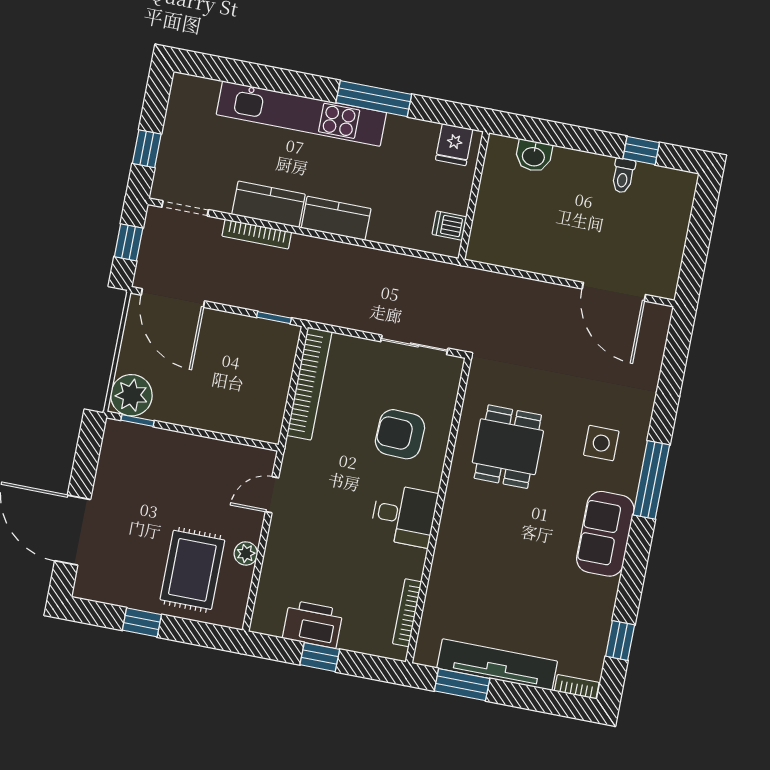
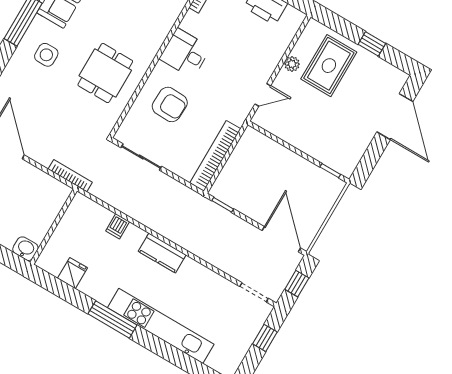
wall: (474, 196) -> (54, 227), moved
kitchen counter: (268, 204) -> (201, 277), removed
dishwasher: (449, 226) -> (118, 226), moved, turned 90
bookcase: (257, 234) -> (70, 176), moved
plant: (131, 395) -> (329, 188), removed

